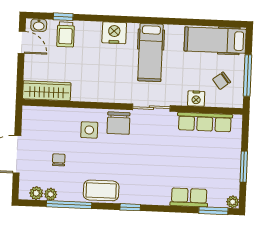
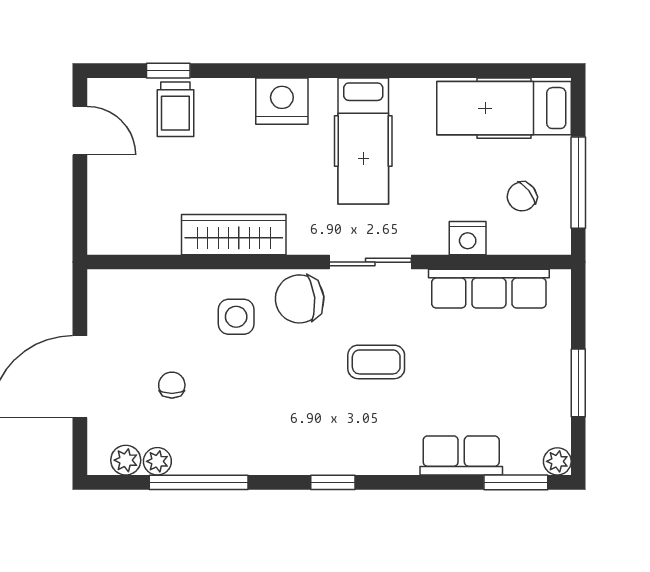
washbasin: (39, 25) -> (116, 91), removed
wardrobe: (47, 91) -> (234, 235), moved
chair: (118, 123) -> (300, 299), turned 84
coffee table: (101, 190) -> (376, 362), moved, width x0.73, depth x0.77

